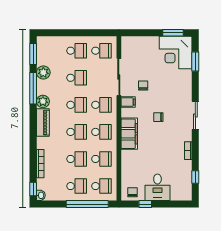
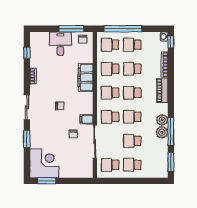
window: (195, 62) -> (27, 139), moved
plant: (43, 72) -> (162, 132), moved
piano: (43, 123) -> (162, 90), moved
filing cabinet: (129, 134) -> (85, 78), moved
window: (145, 204) -> (71, 29), width x2.17

